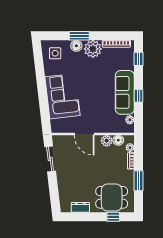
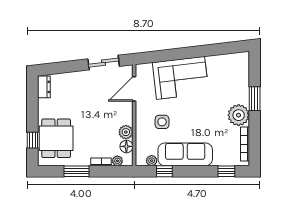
floor lamp: (76, 46) -> (242, 95), removed
side table: (55, 53) -> (162, 122), moved
window: (139, 96) -> (164, 171), moved
door: (84, 134) -> (134, 89), moved
dresser: (80, 207) -> (44, 87), moved

